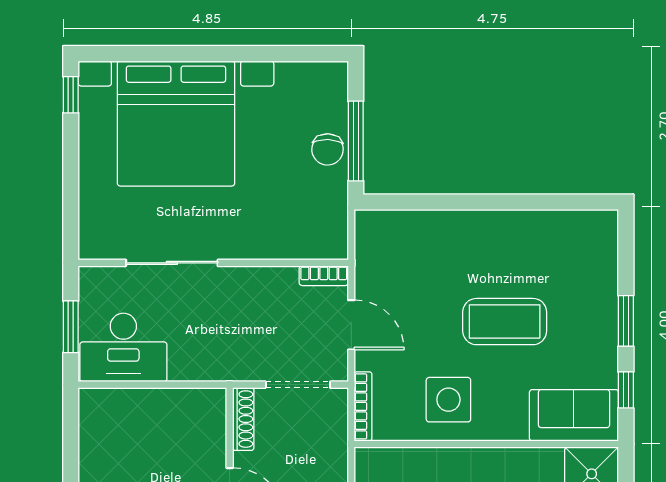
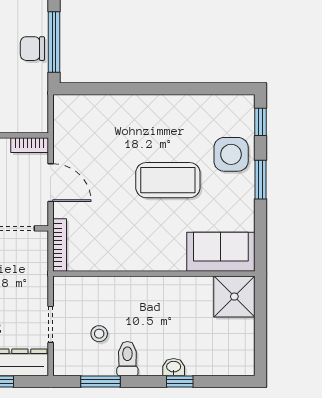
chair: (328, 149) -> (32, 49), turned 88
window: (626, 390) -> (261, 122), moved
side table: (448, 400) -> (231, 154), moved

